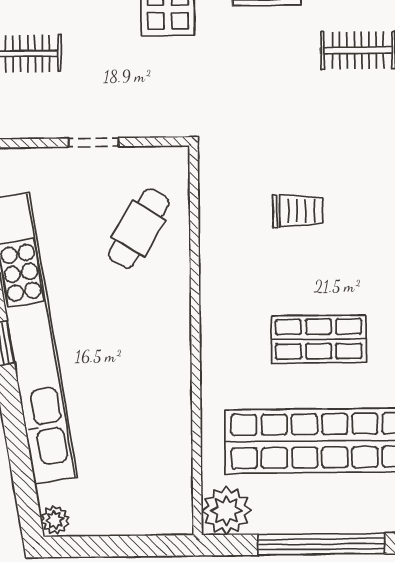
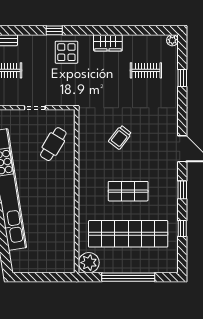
trolley: (298, 211) -> (120, 137), turned 128
plant: (55, 520) -> (17, 266), removed

